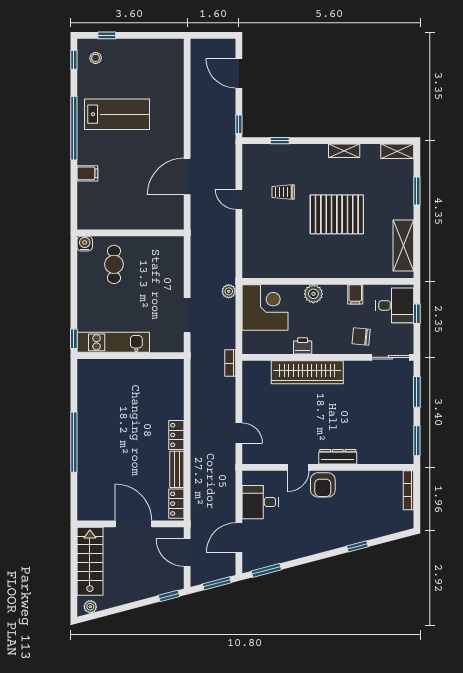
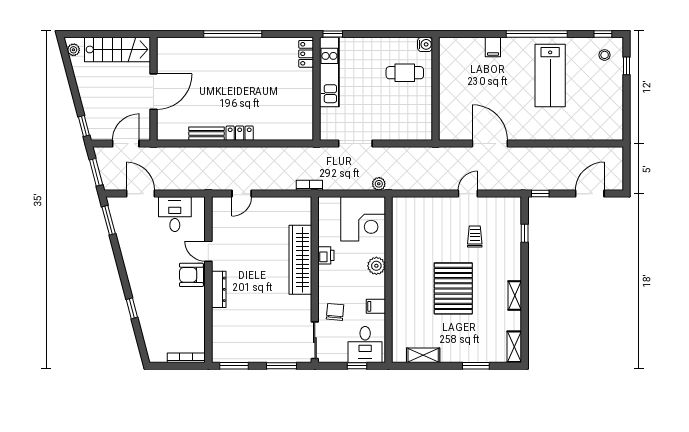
shelving: (403, 245) -> (423, 355), width x0.67, depth x0.75
locker: (176, 504) -> (306, 54), moved, turned -90

